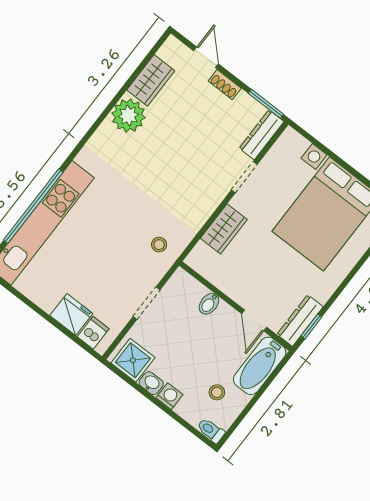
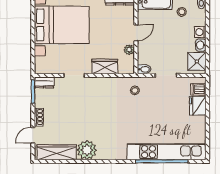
wardrobe: (151, 80) -> (56, 152), width x1.50
dresser: (262, 135) -> (44, 83), width x0.70
plant: (221, 280) -> (129, 50), added
bidet: (209, 304) -> (144, 69), moved
door: (254, 320) -> (136, 33), moved

